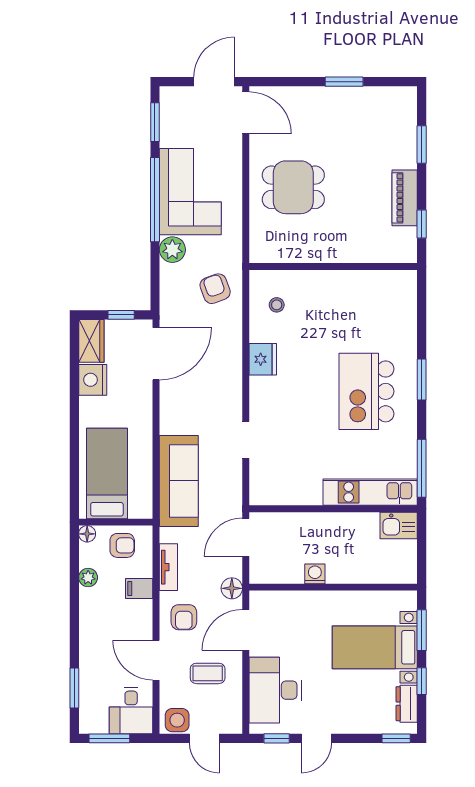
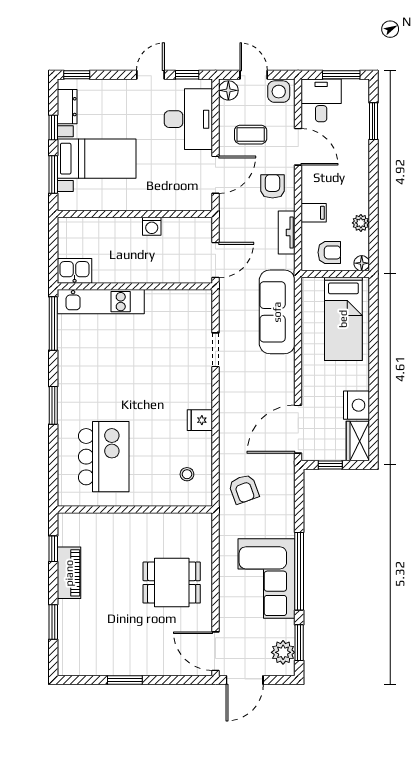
plant: (172, 250) -> (283, 652), moved
fridge: (263, 359) -> (200, 420), width x0.72
kitchen island: (366, 391) -> (104, 457), moved
armchair: (122, 545) -> (329, 252), turned 180
floor lamp: (232, 588) -> (228, 90), moved

